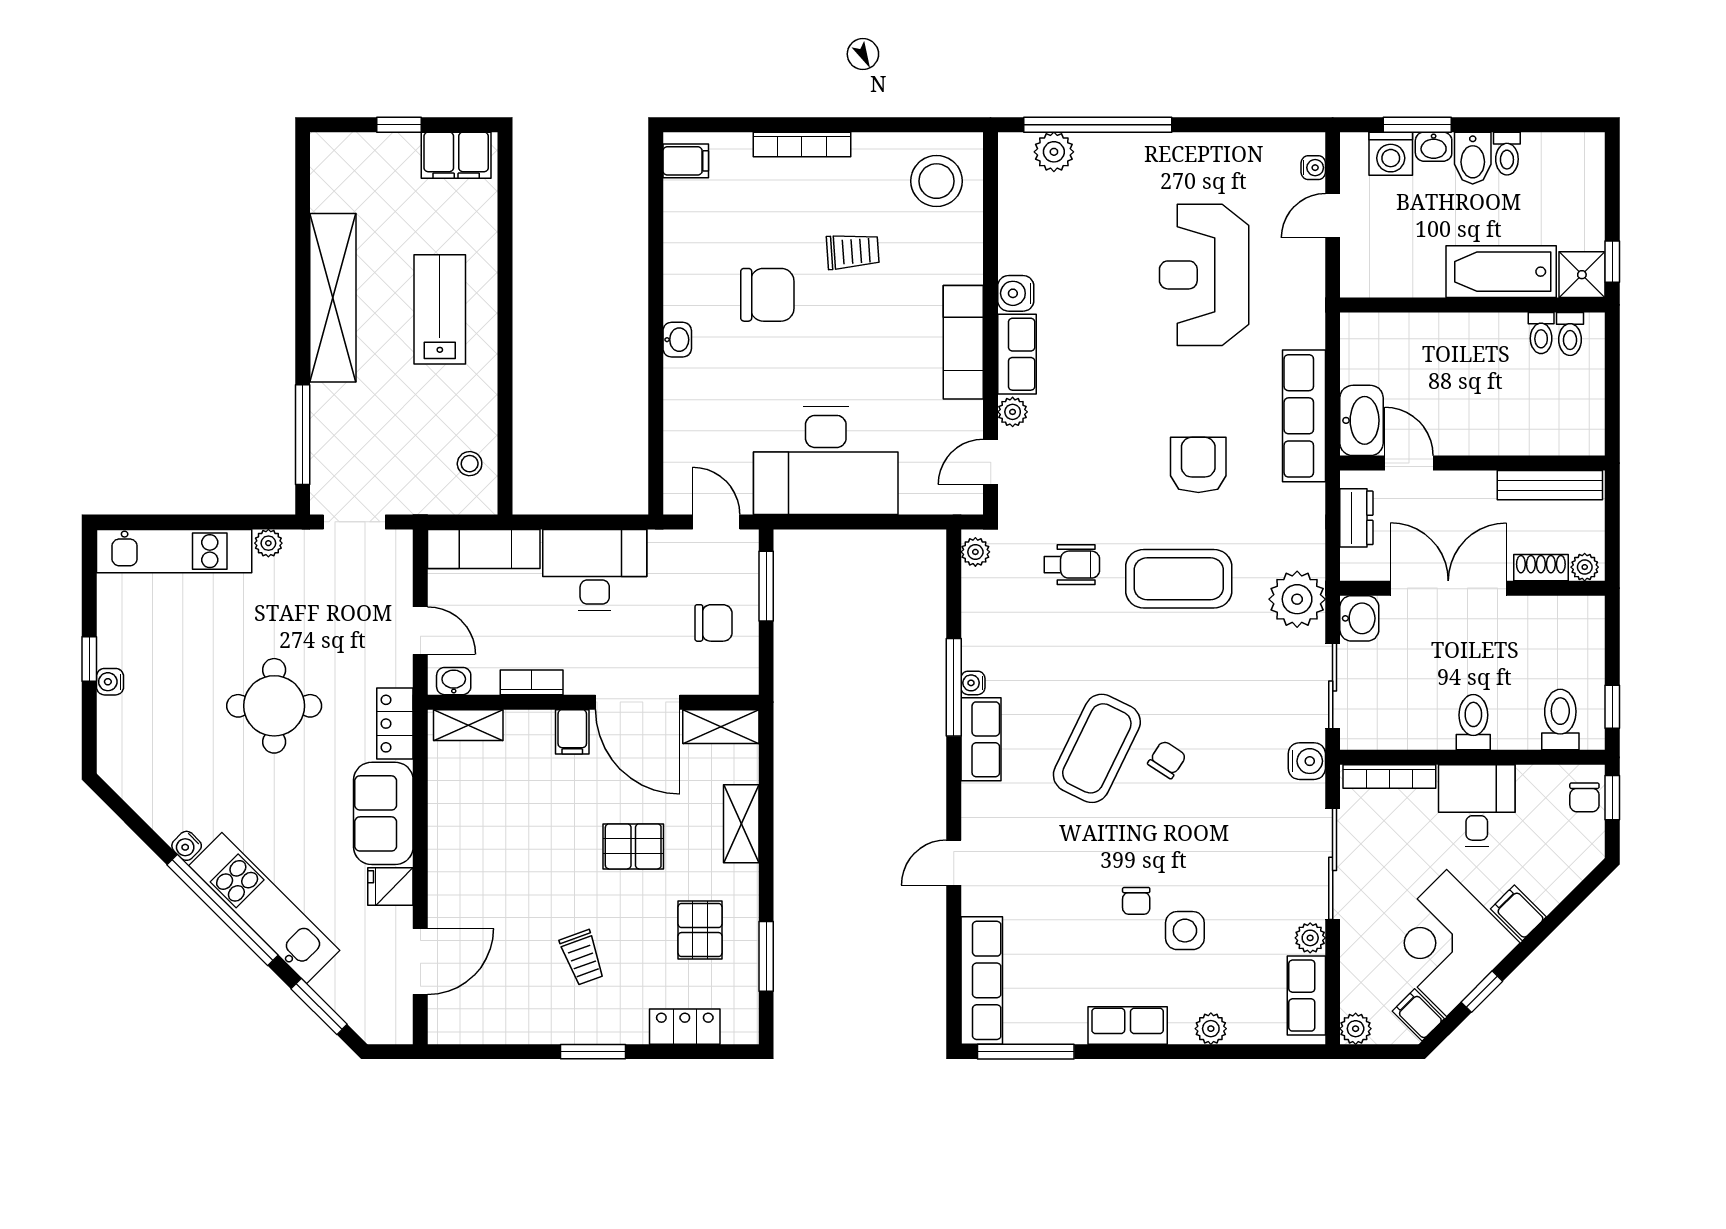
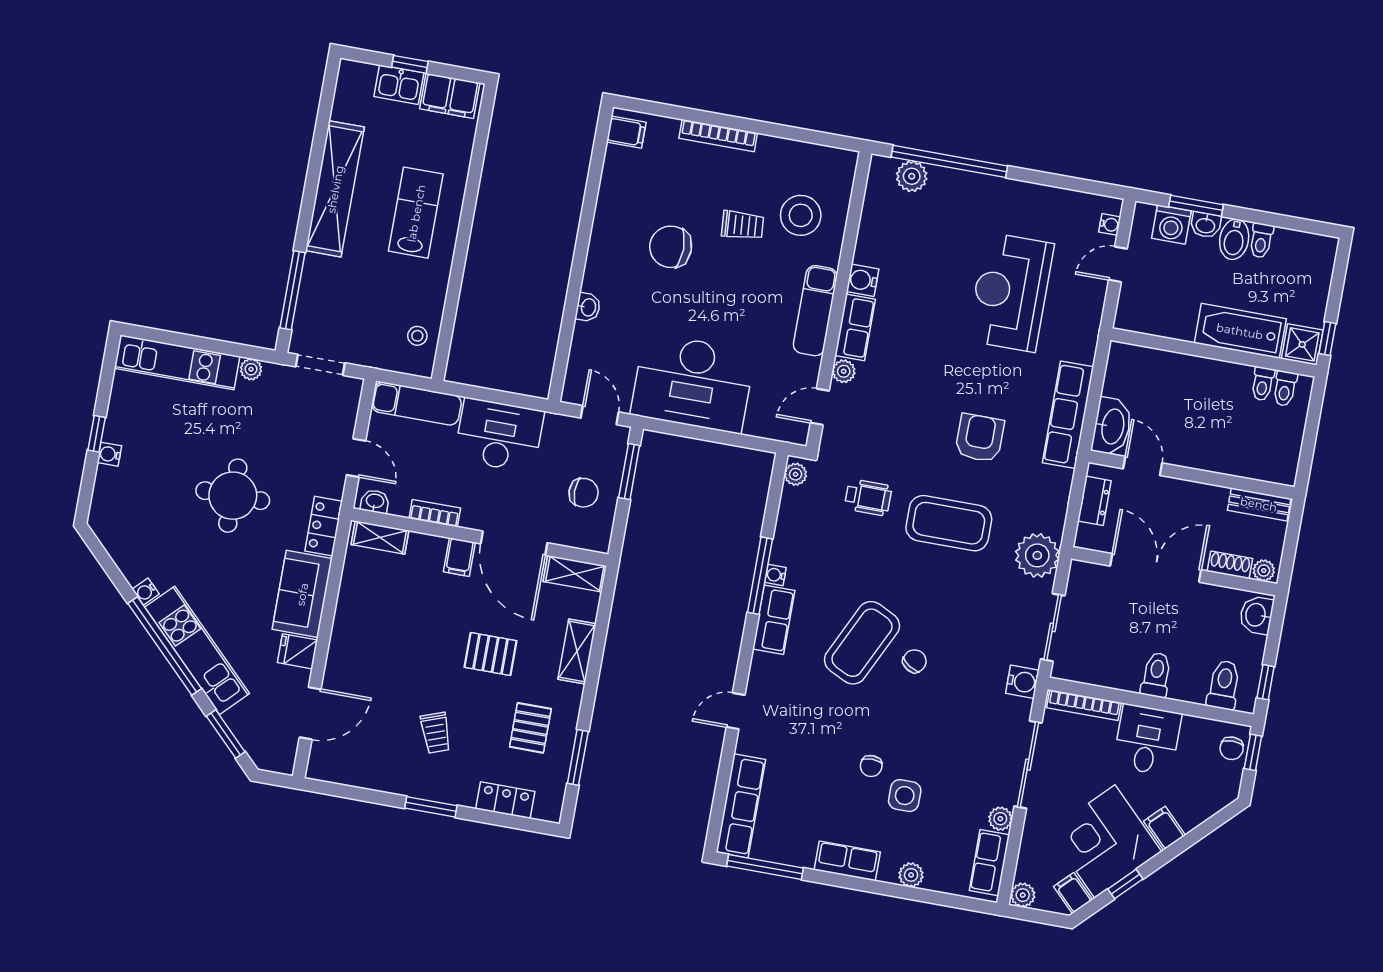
kitchen sink: (390, 153) -> (399, 85), added
stool: (937, 181) -> (801, 215), moved
chair: (767, 295) -> (671, 247), turned 180
washbasin: (677, 340) -> (588, 307), moved
bench: (1550, 485) -> (1259, 504), width x0.73
washbasin: (1359, 618) -> (1256, 615), moved, turned 180

